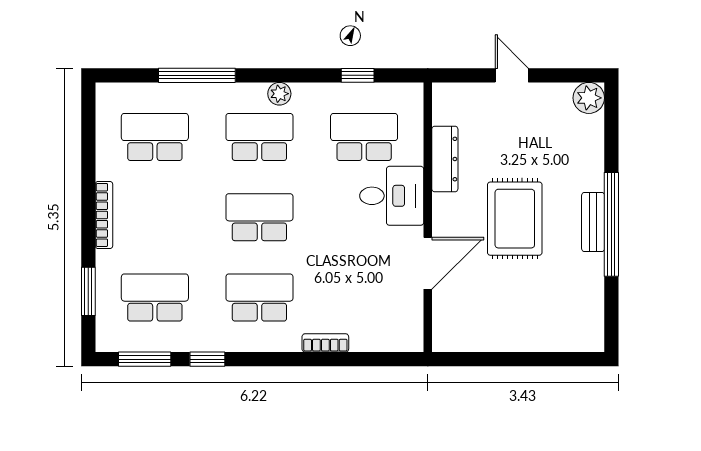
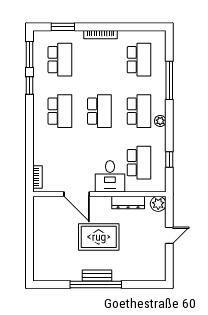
plant: (589, 98) -> (158, 204), moved
bookcase: (325, 343) -> (37, 177), moved

